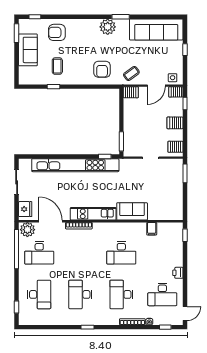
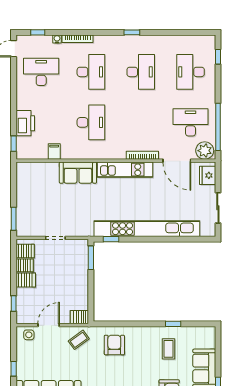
server rack: (176, 92) -> (25, 265), moved
desk: (121, 253) -> (91, 122), turned 90
printer: (178, 273) -> (25, 123), moved, width x1.87, depth x1.48

